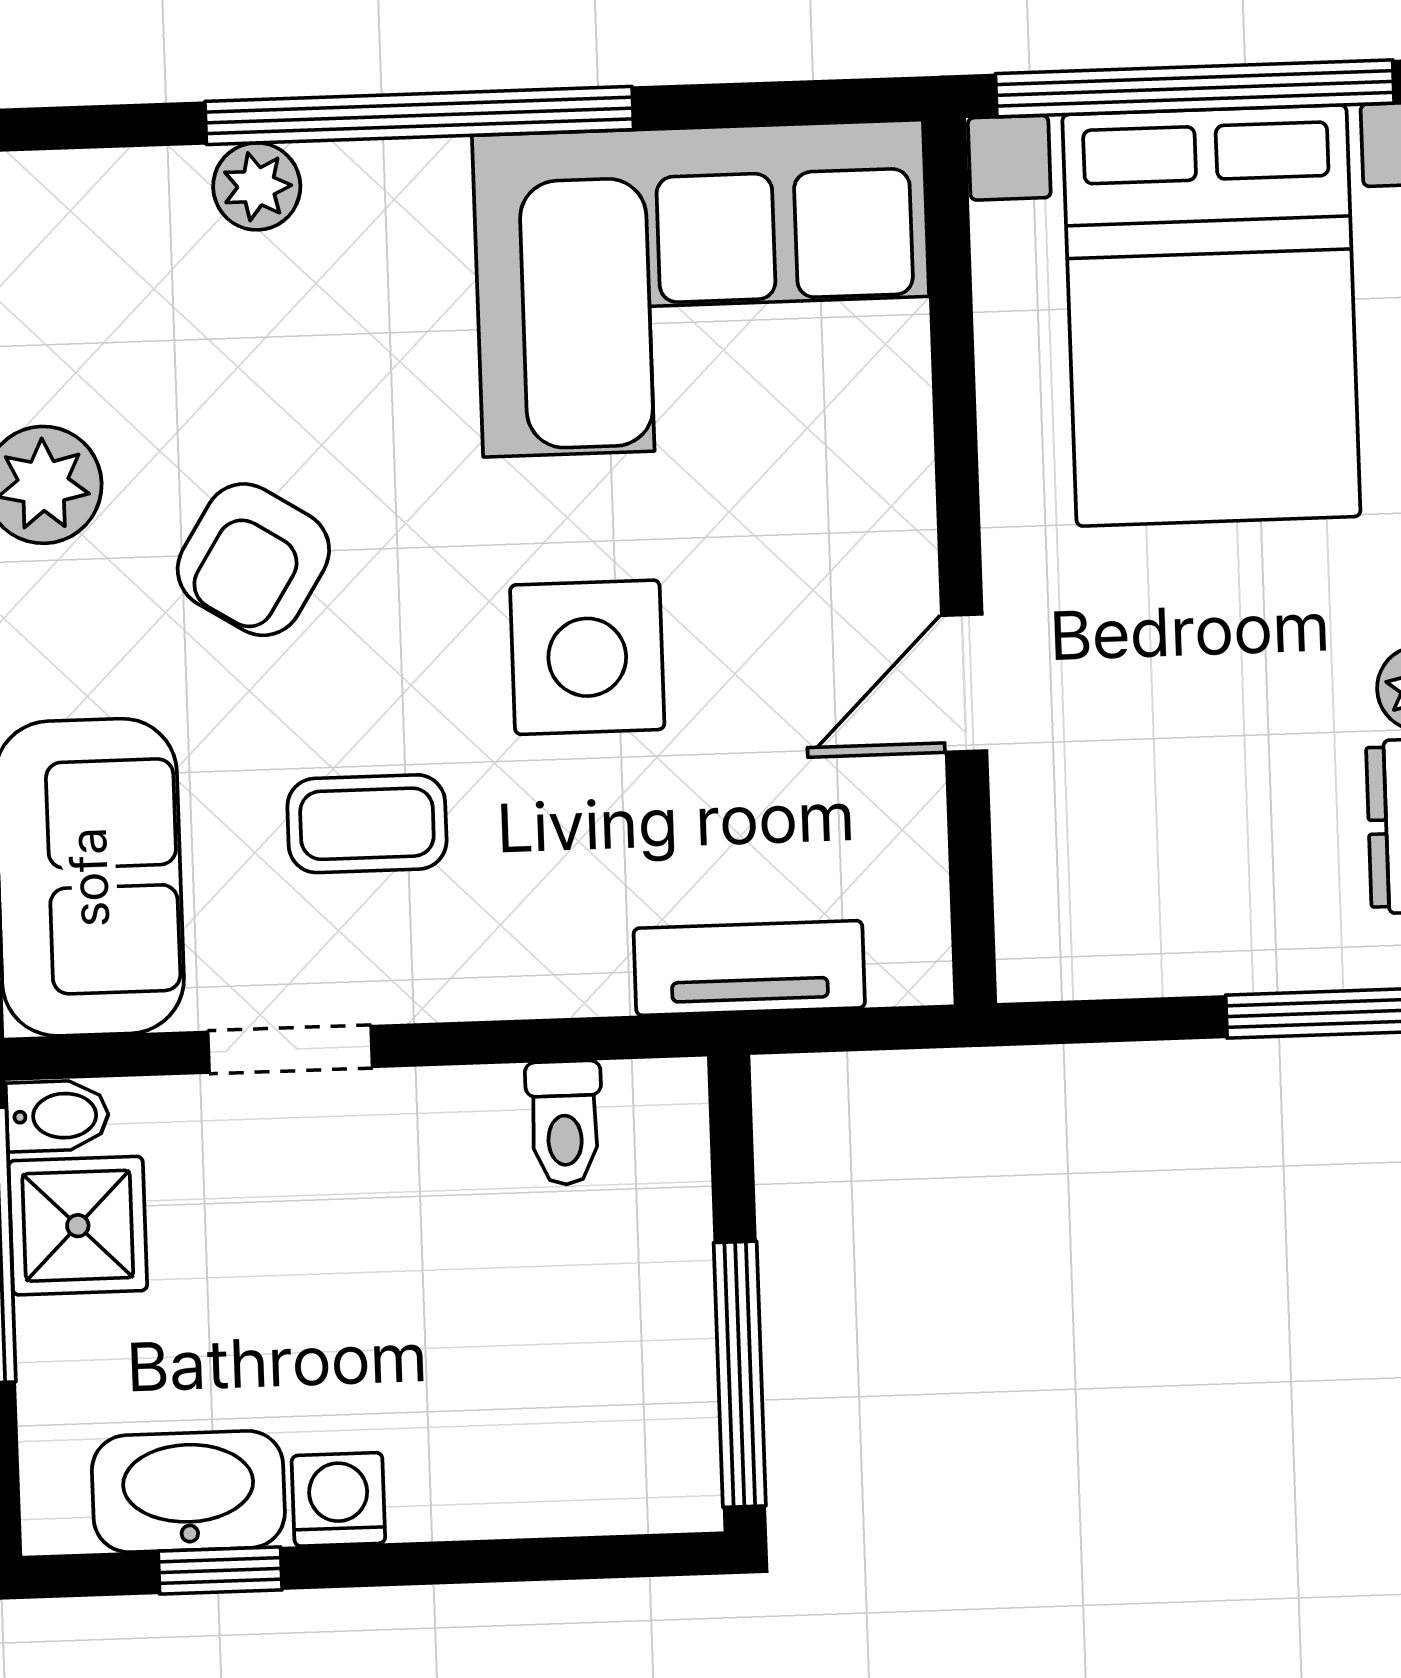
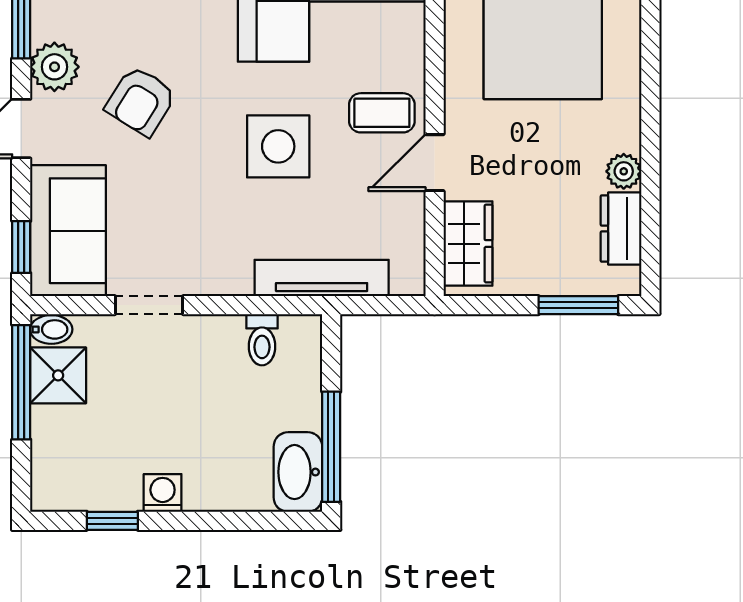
coffee table: (367, 824) -> (382, 113), moved
wardrobe: (1051, 875) -> (468, 244), added
tv unit: (749, 968) -> (322, 278), width x1.41
washbasin: (188, 1491) -> (298, 472), moved, turned -90

